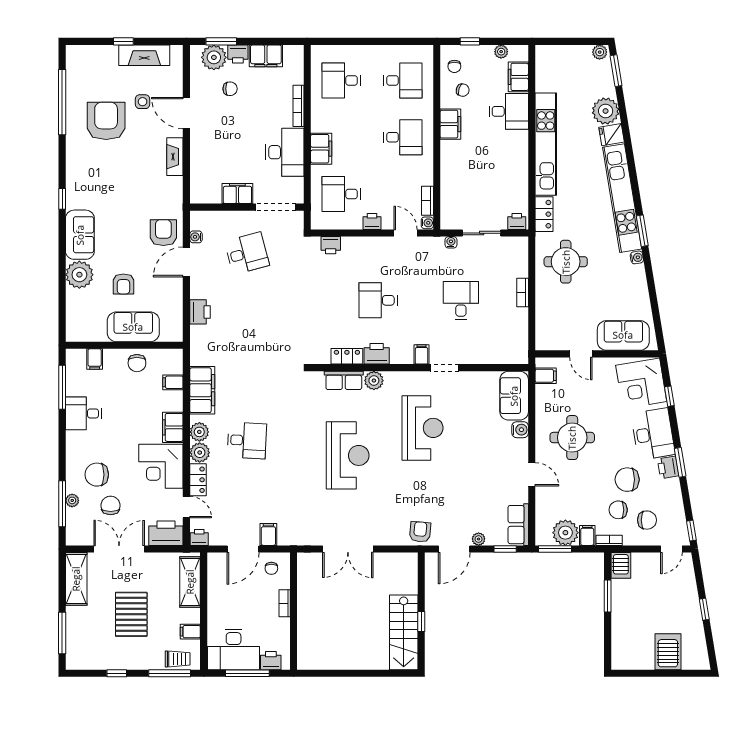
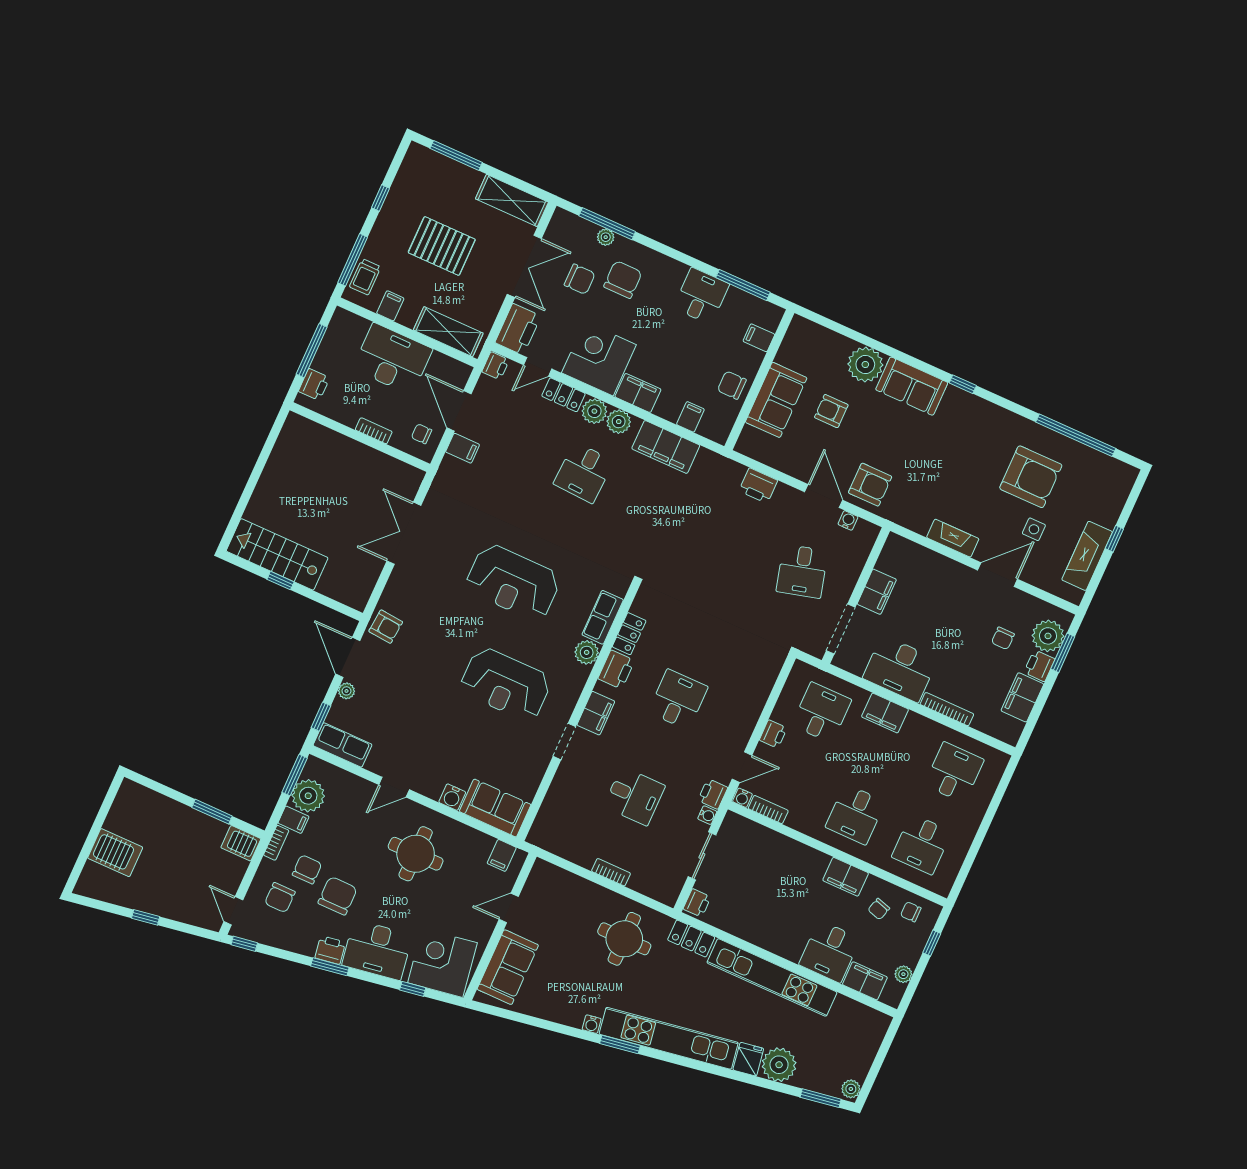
printer: (331, 245) -> (713, 794), moved
filing cabinet: (422, 354) -> (596, 713), width x2.00
desk: (234, 650) -> (393, 359), moved, turned 90

